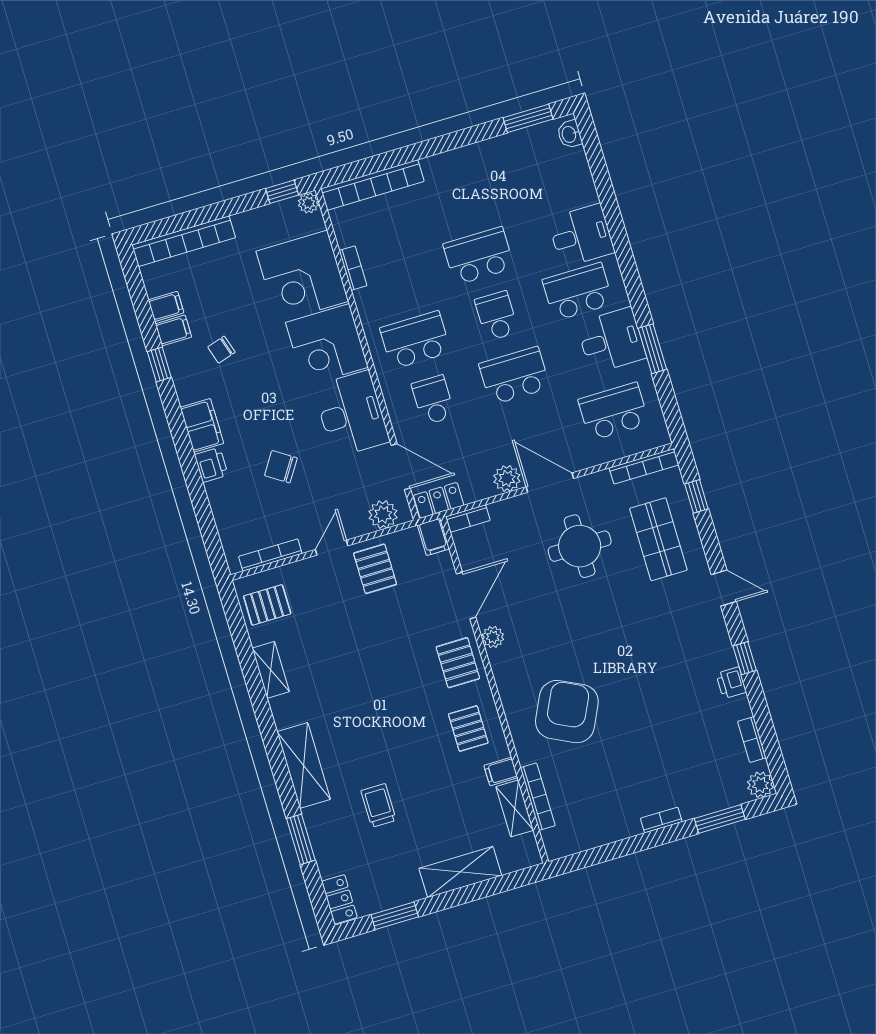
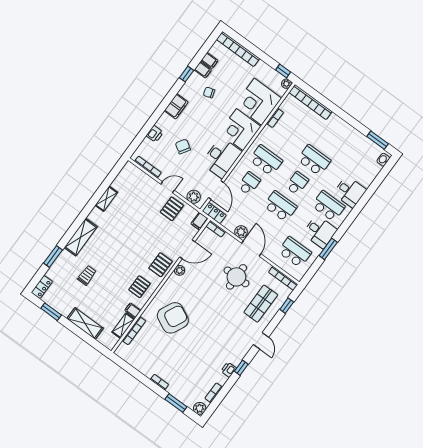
printer: (211, 465) -> (155, 134), moved
pallet: (267, 605) -> (129, 180), removed

